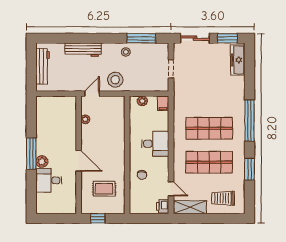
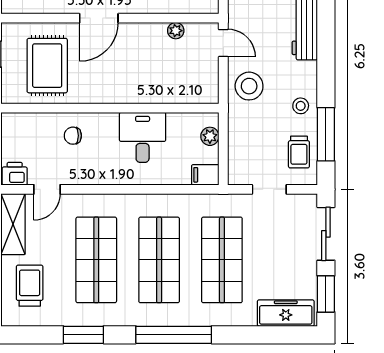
trolley: (151, 53) -> (299, 152), added
shop shelf: (209, 94) -> (222, 260), added
desk: (155, 144) -> (143, 137), moved, turned 180
rug: (104, 189) -> (47, 66), width x1.36, depth x1.43

